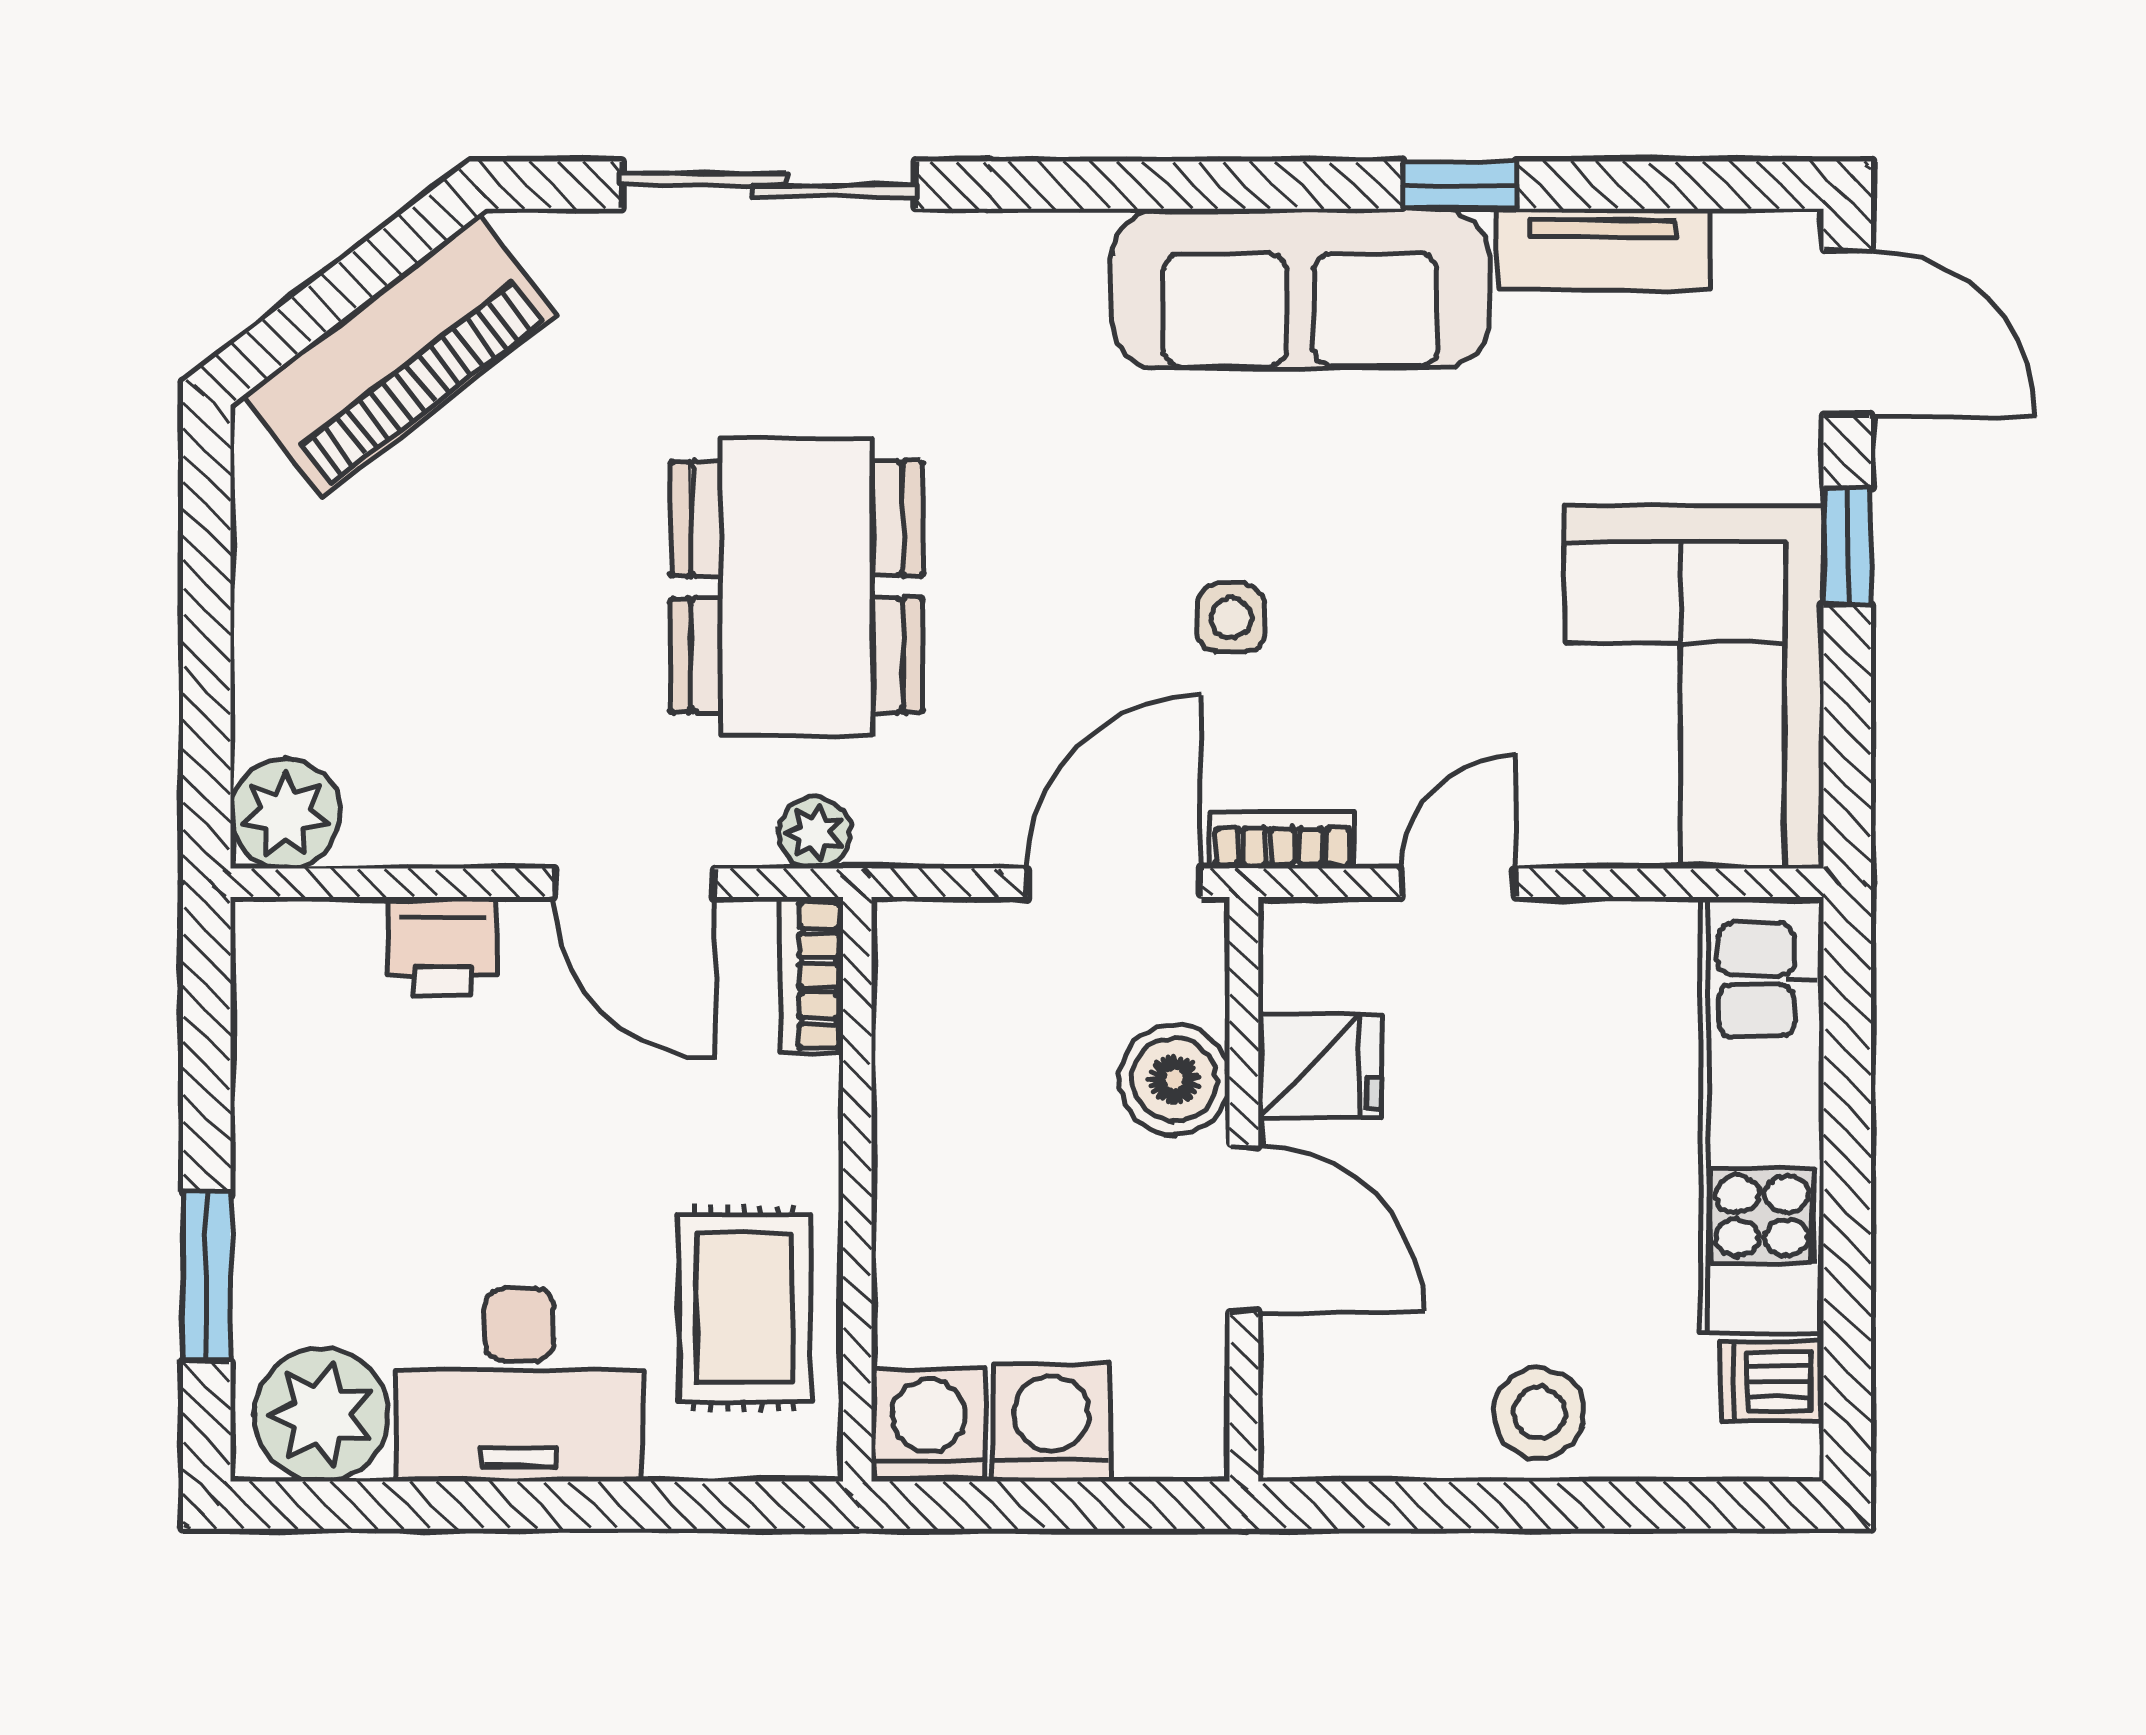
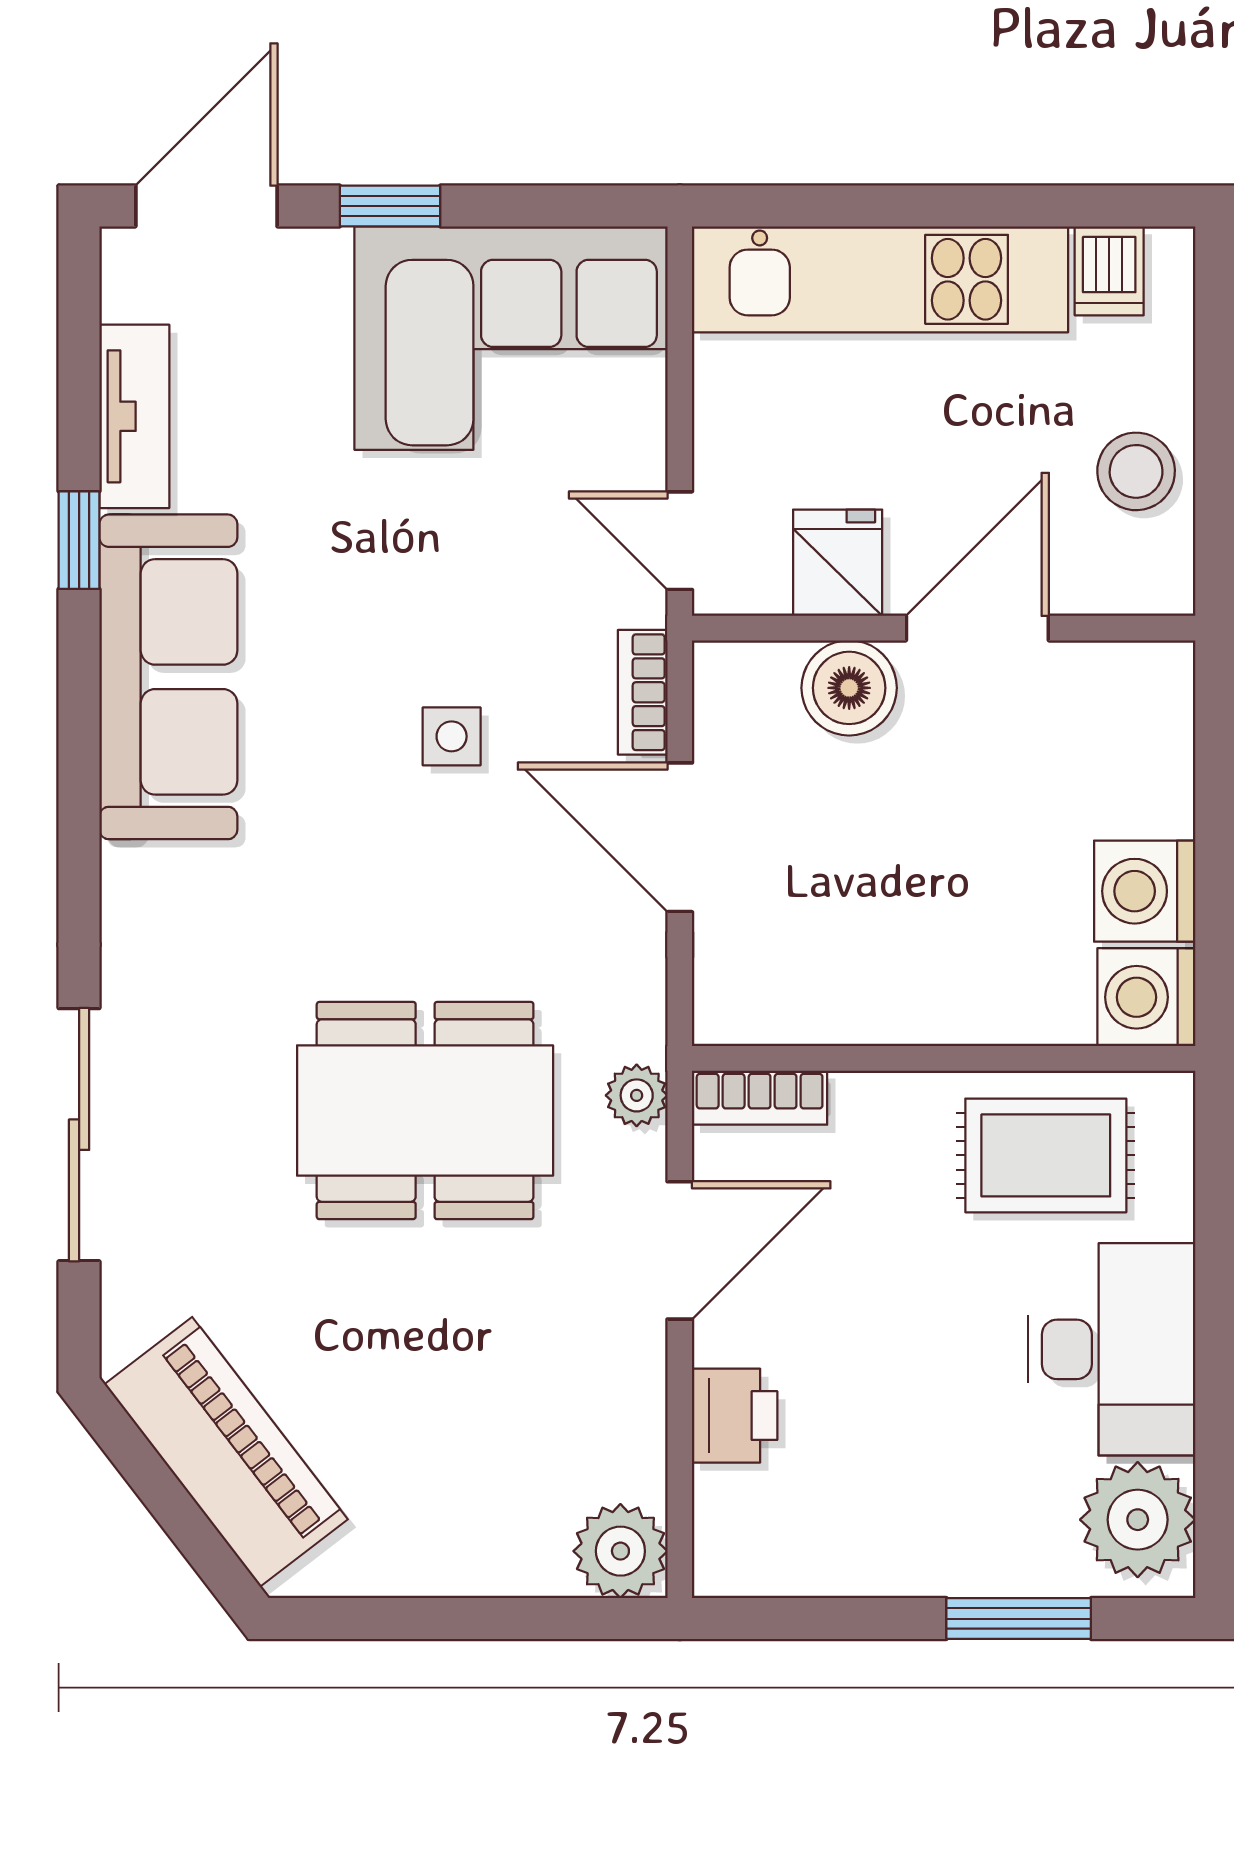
fridge: (1320, 1066) -> (838, 563), moved
boiler: (1174, 1080) -> (849, 688), moved
wall: (1244, 1189) -> (944, 628), moved
door: (1244, 1228) -> (977, 628), moved

